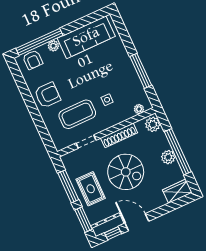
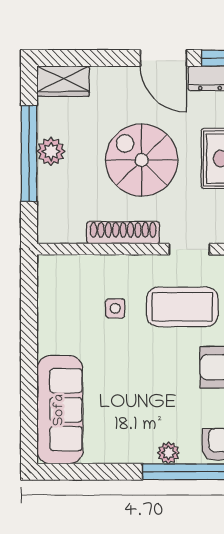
sofa: (86, 37) -> (60, 410), moved, turned 90
window: (141, 71) -> (29, 333), removed
plant: (139, 109) -> (64, 264), removed
plant: (153, 124) -> (52, 225), removed

